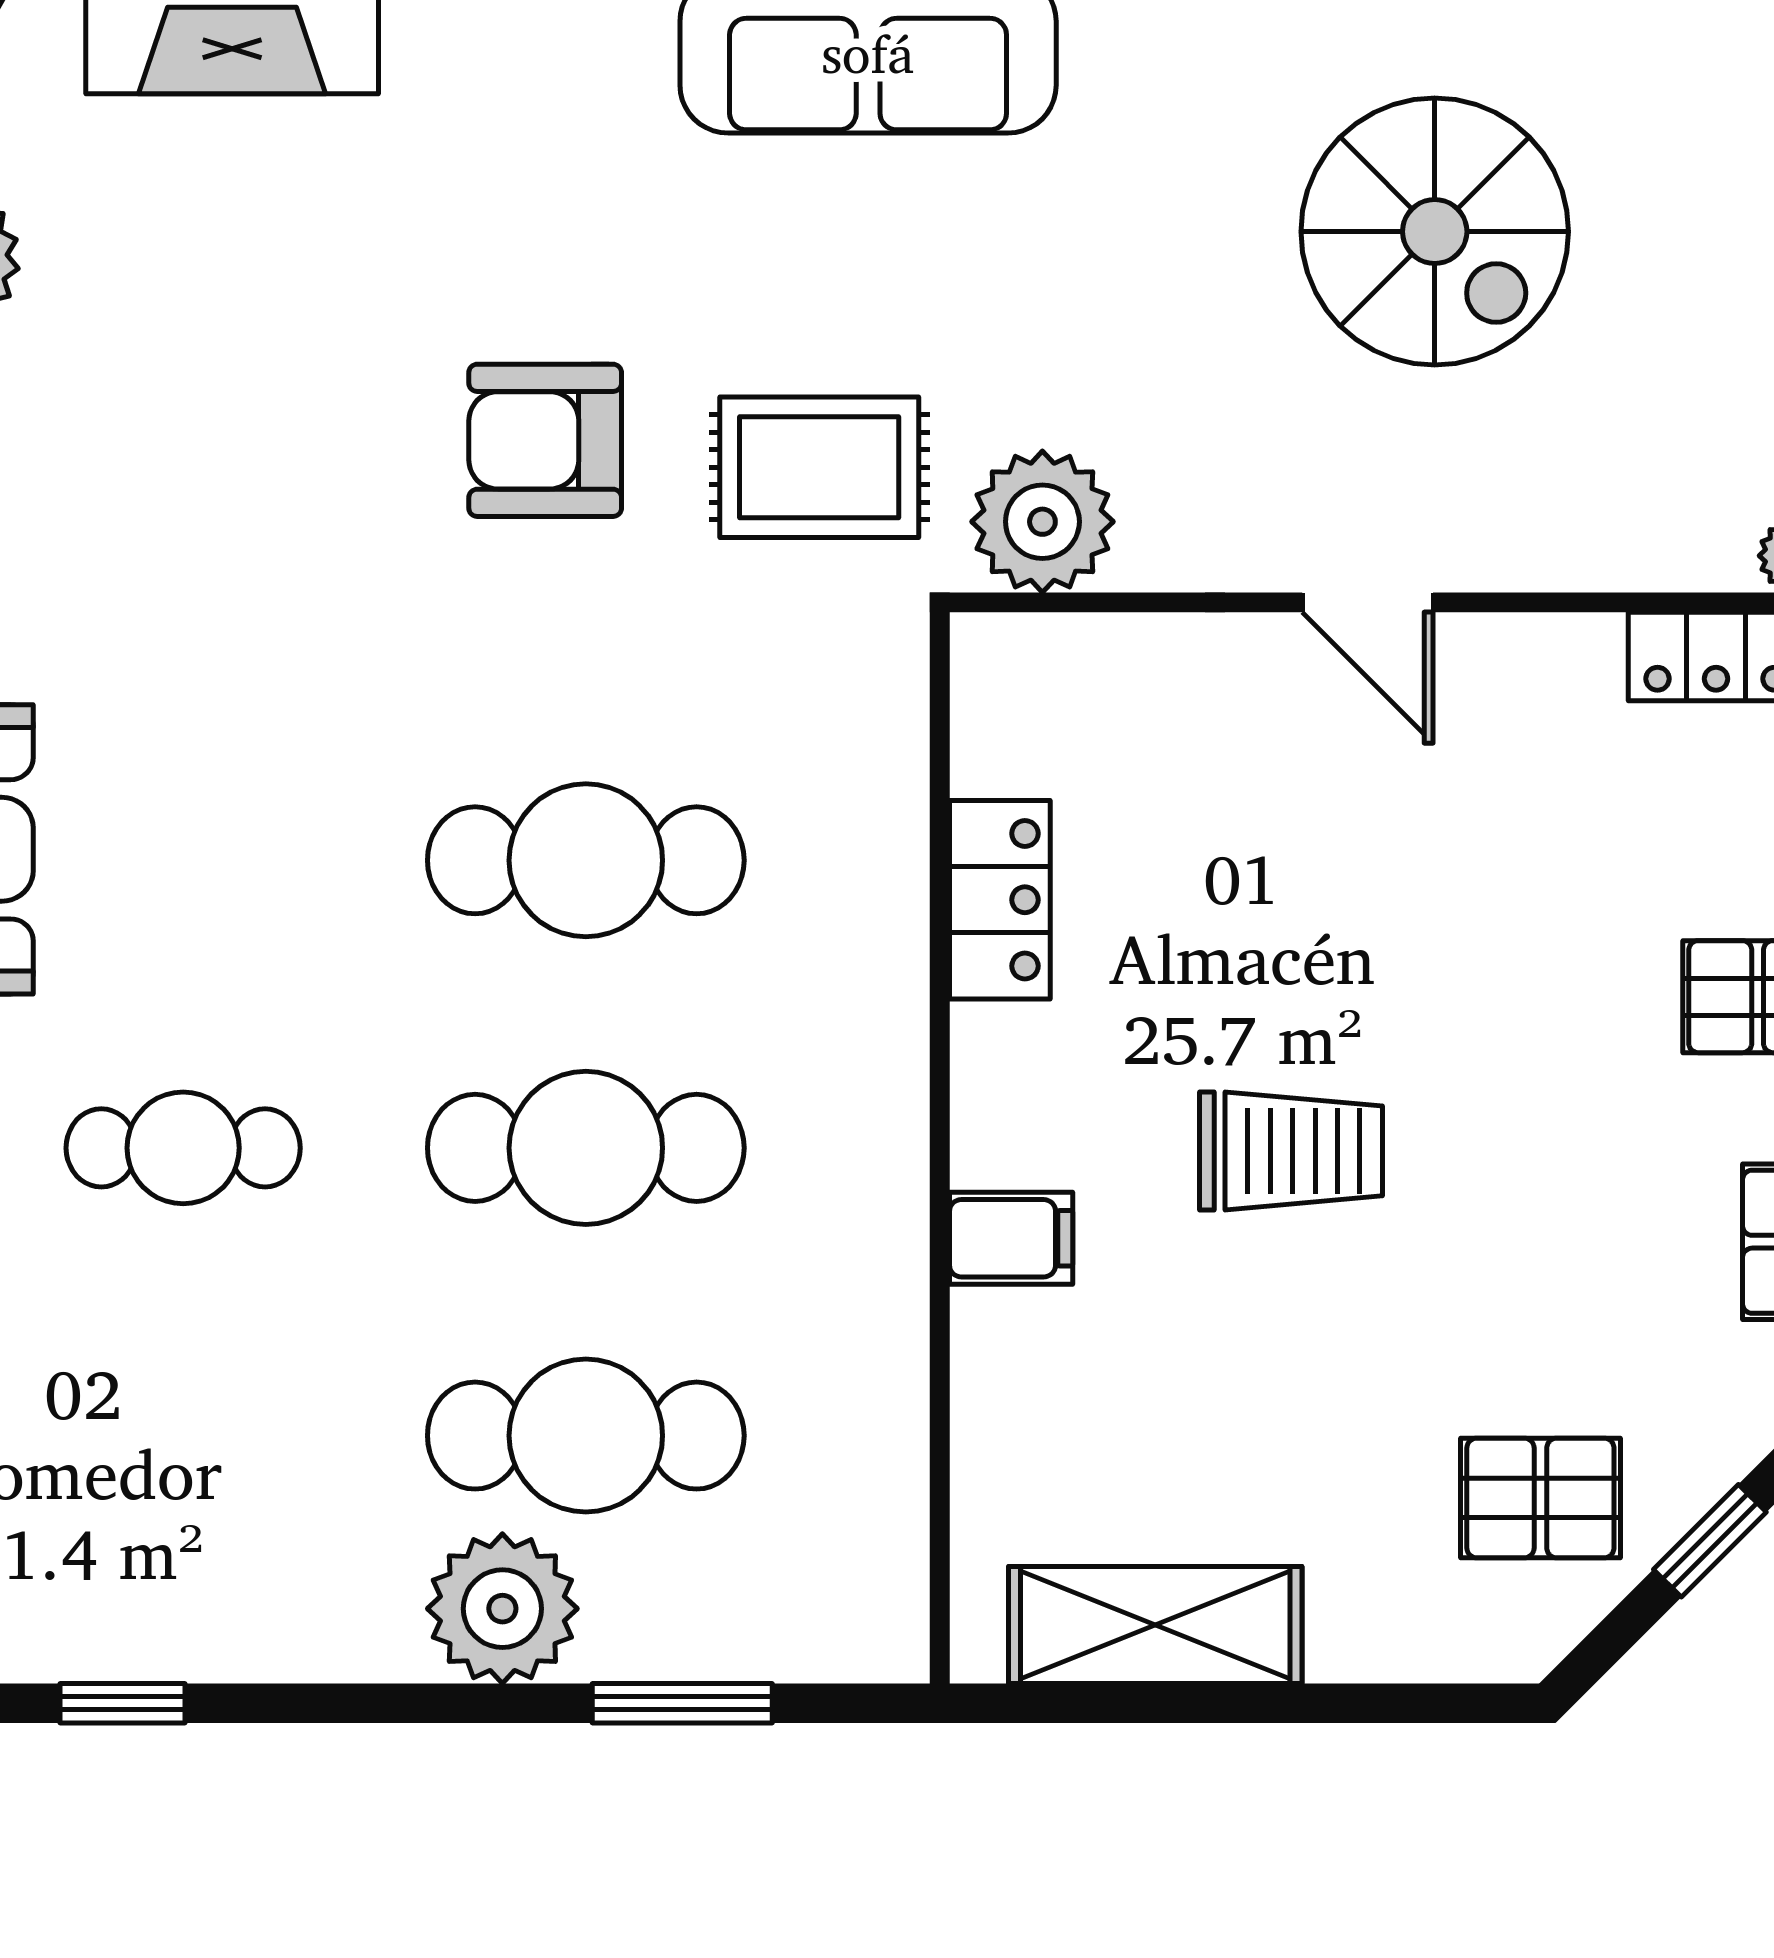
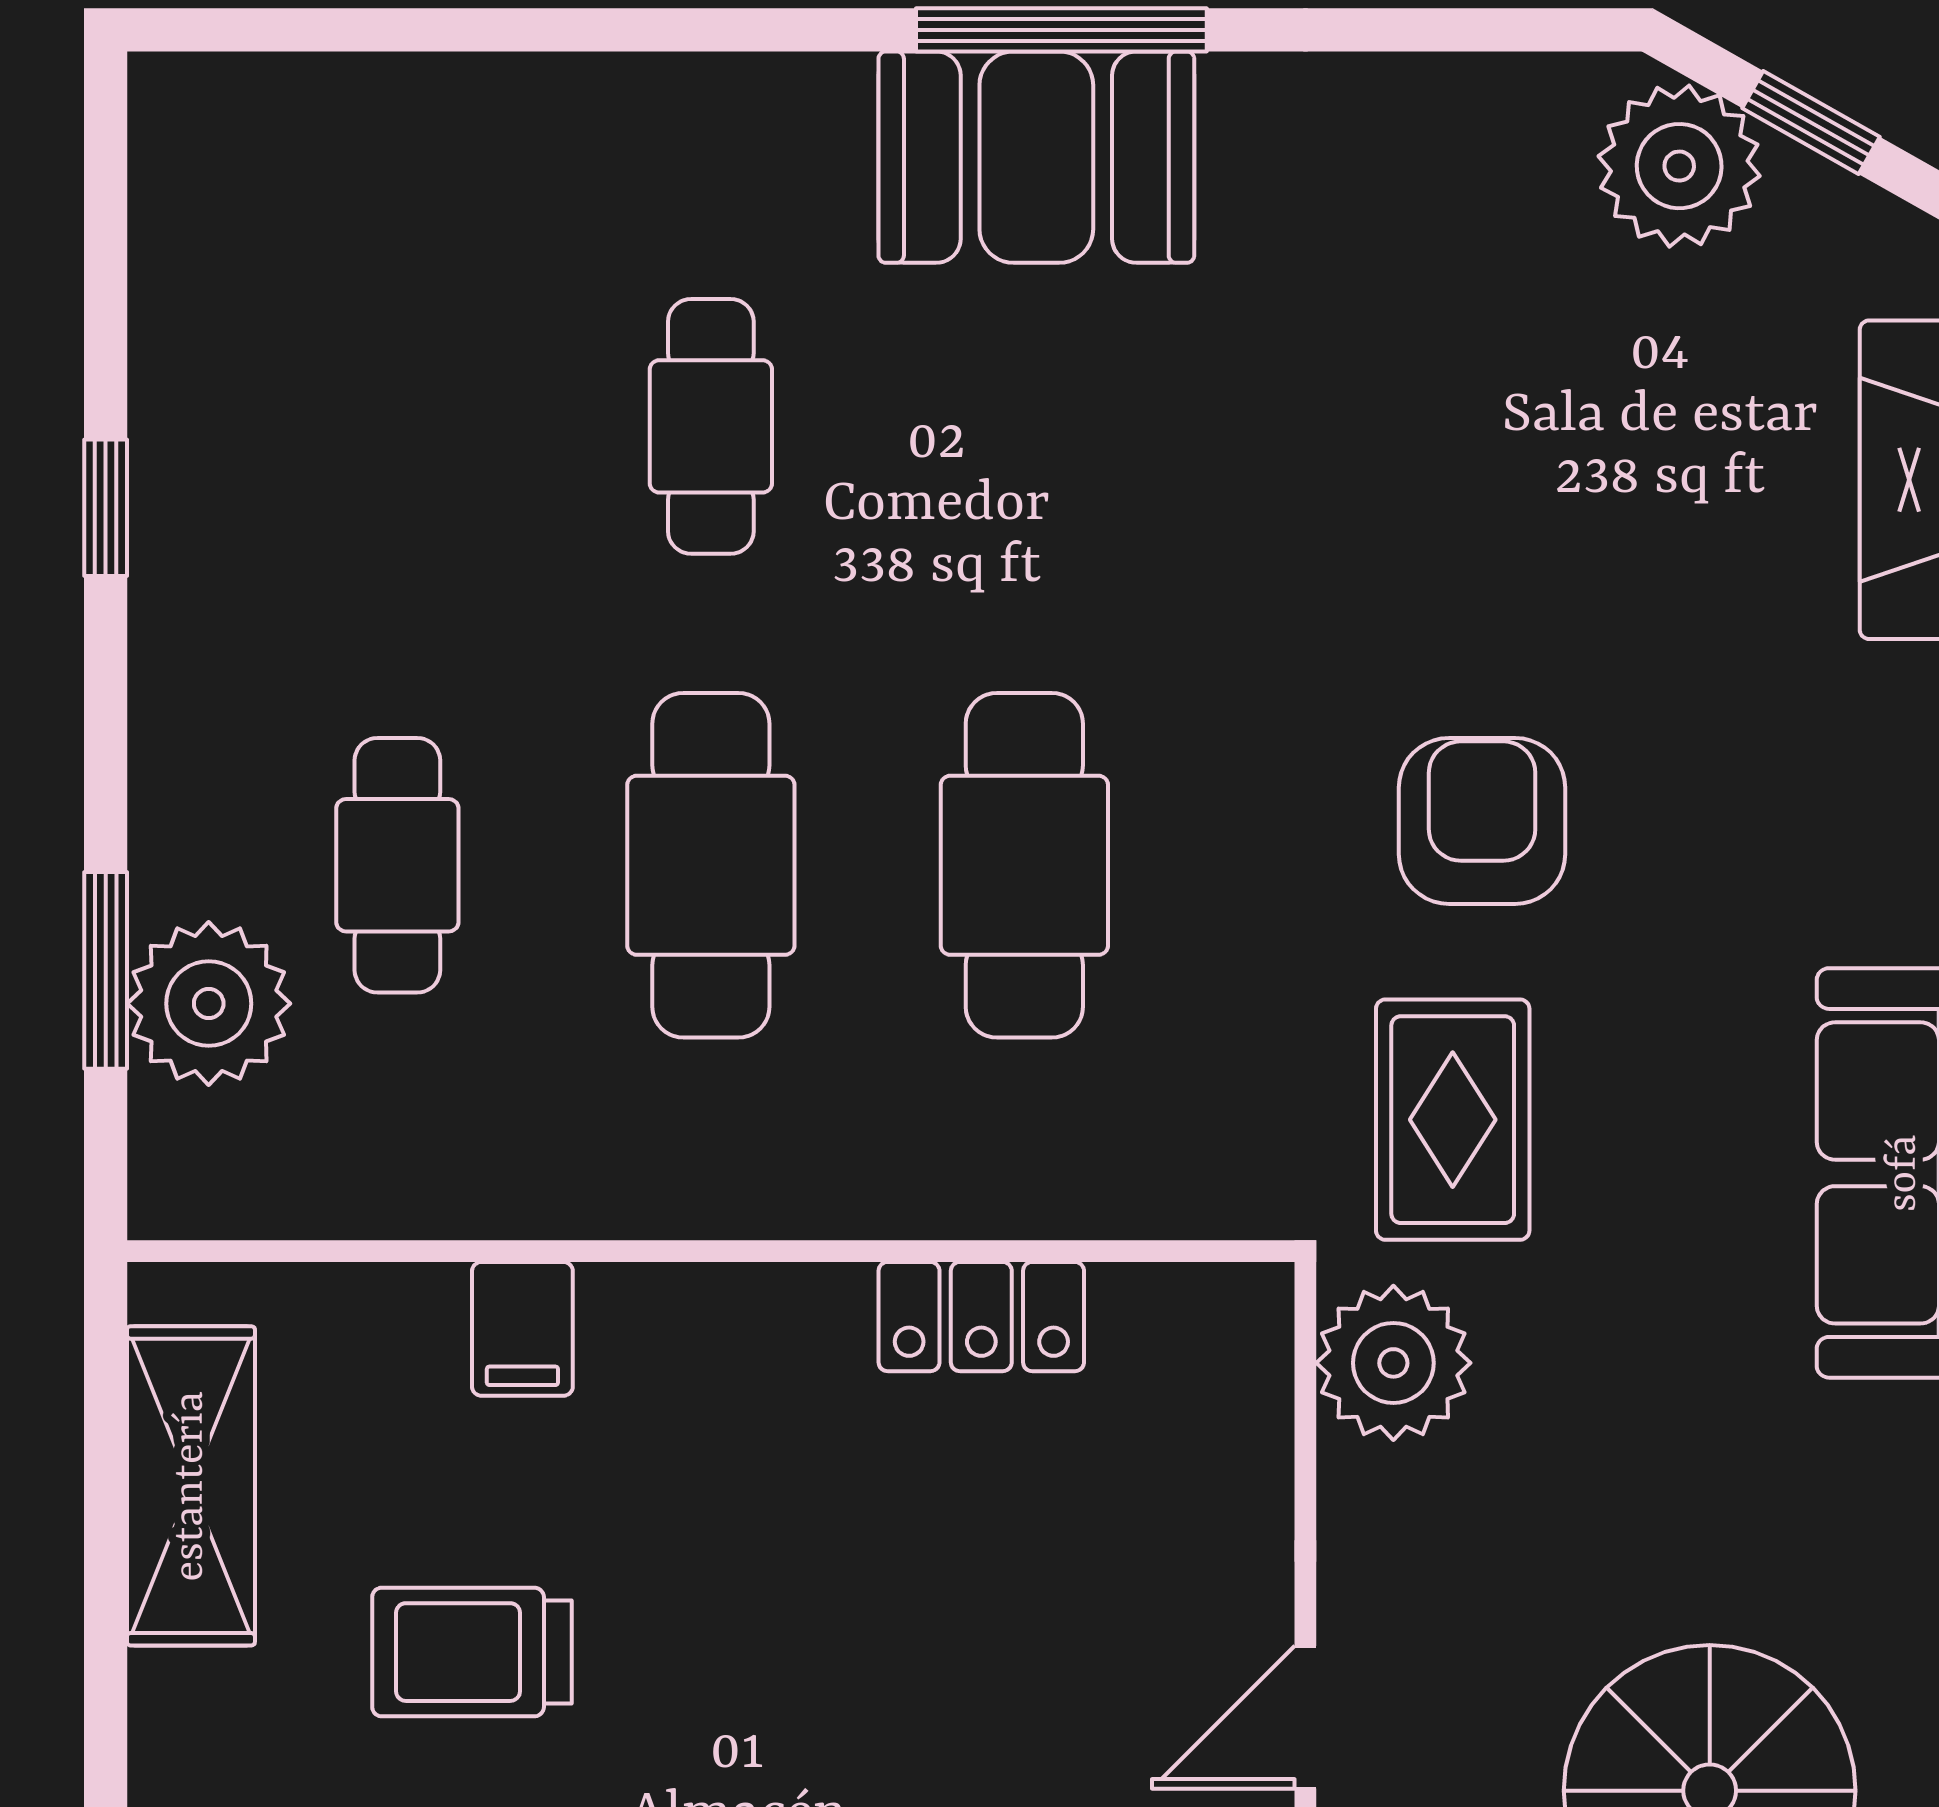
trolley: (1291, 1151) -> (472, 1652), moved, turned 90
filing cabinet: (1011, 1238) -> (522, 1329), moved
cafe table: (586, 1436) -> (397, 865), width x0.73, depth x0.74
plant: (502, 1609) -> (209, 1004), moved
window: (123, 1703) -> (106, 508), moved

